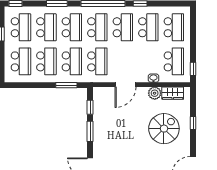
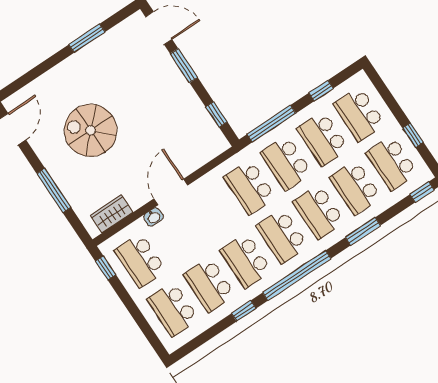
window: (32, 85) -> (321, 91), added
window: (66, 85) -> (271, 124), width x1.44
door: (126, 85) -> (171, 192), moved
plant: (155, 93) -> (137, 196), removed
window: (193, 123) -> (54, 190), width x2.17
spiral stairs: (164, 129) -> (91, 130), moved, turned 90
window: (90, 131) -> (184, 66), moved

